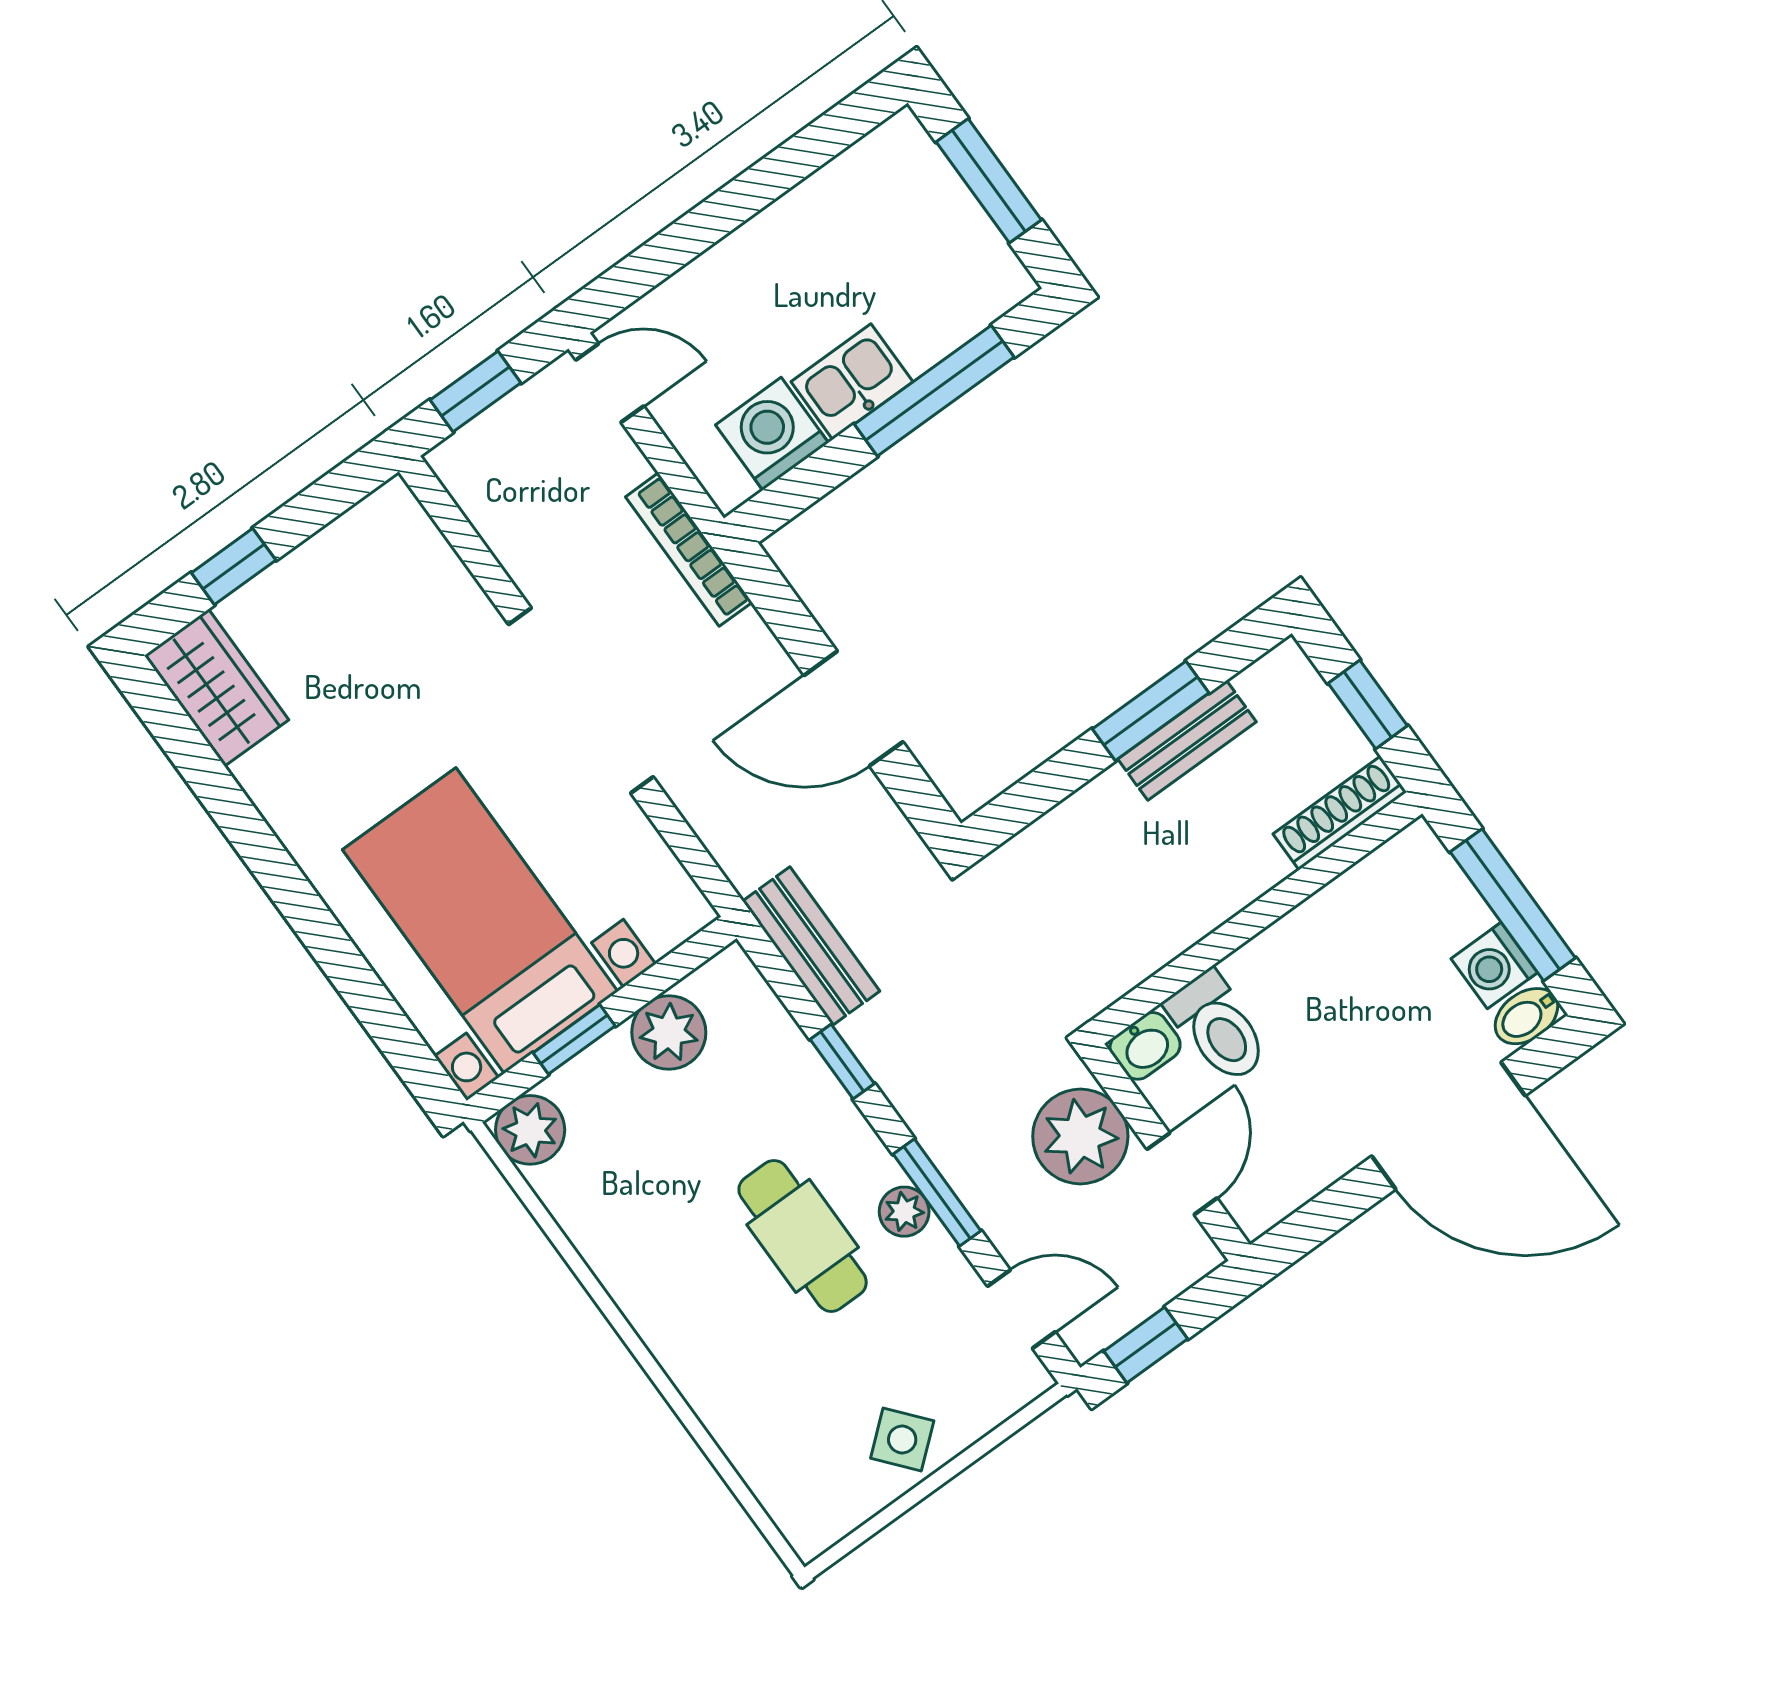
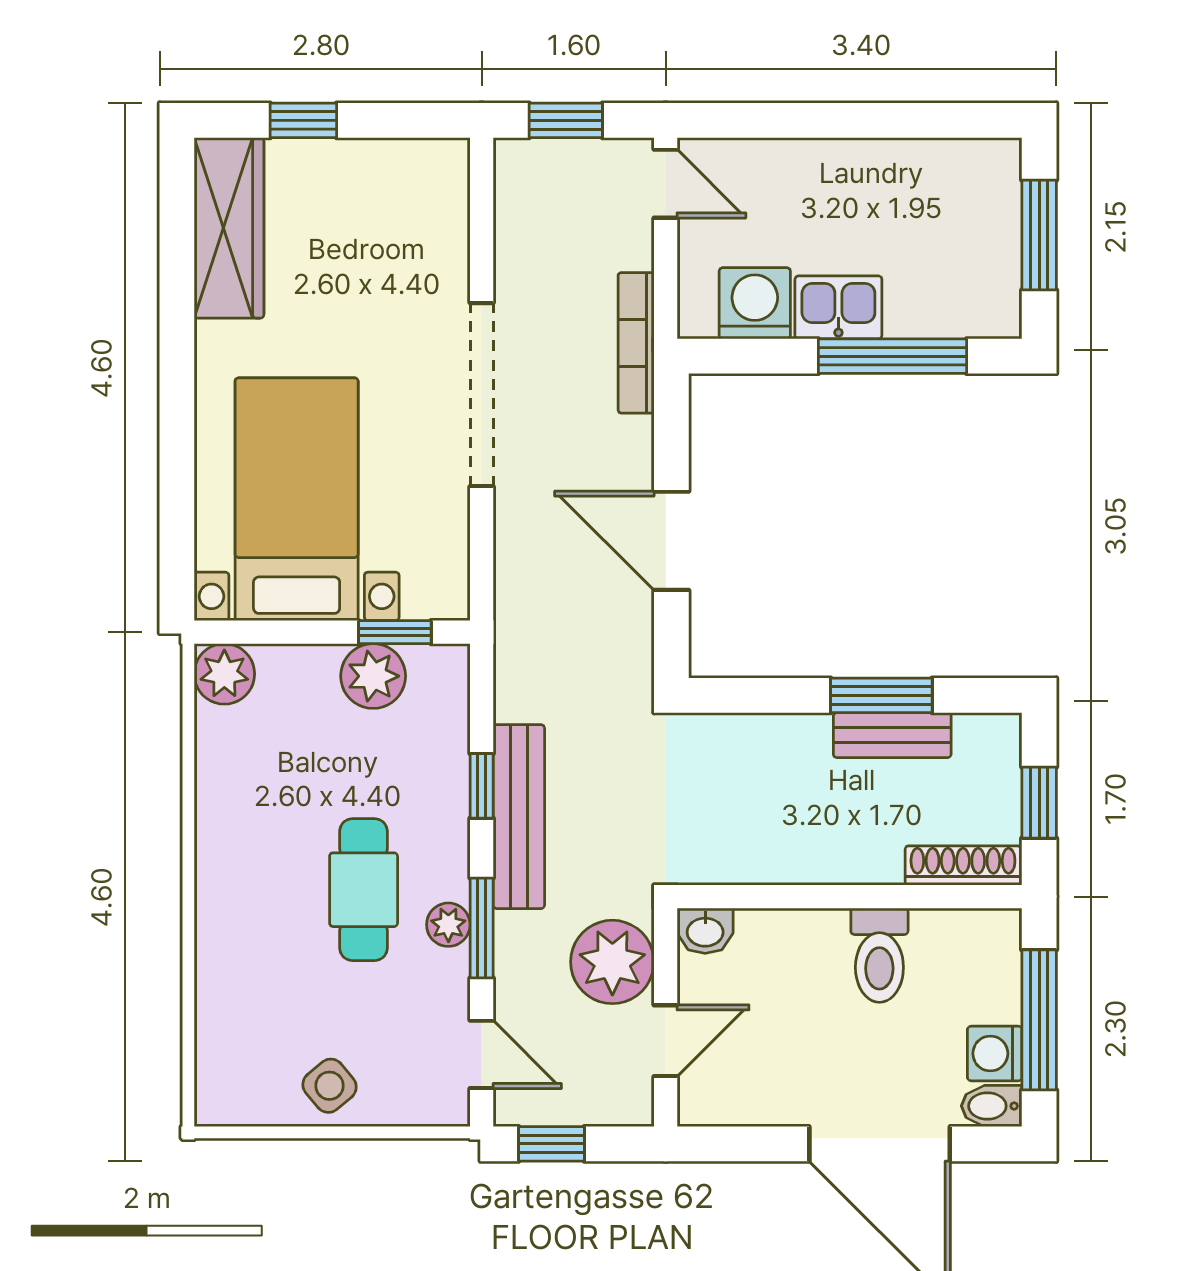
wardrobe: (216, 688) -> (229, 228), width x1.50
bench: (811, 946) -> (519, 817), moved, width x1.36
toilet: (1218, 1027) -> (879, 955), moved
window: (574, 1039) -> (395, 632), moved

